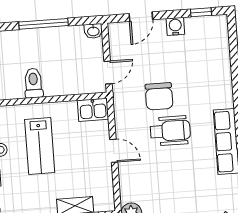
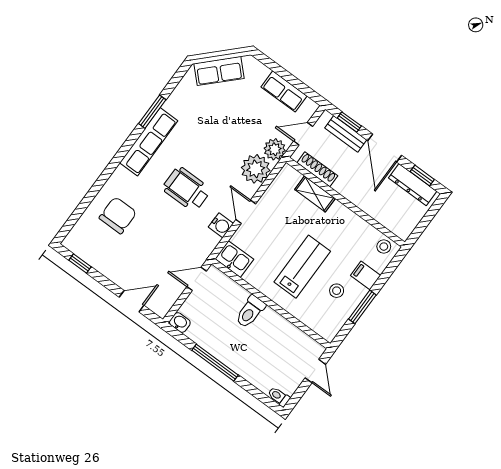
water cooler: (175, 26) -> (221, 225), moved, turned -90
toilet: (33, 83) -> (250, 312), moved
chair: (159, 96) -> (118, 215), moved
plant: (133, 187) -> (256, 169), added

